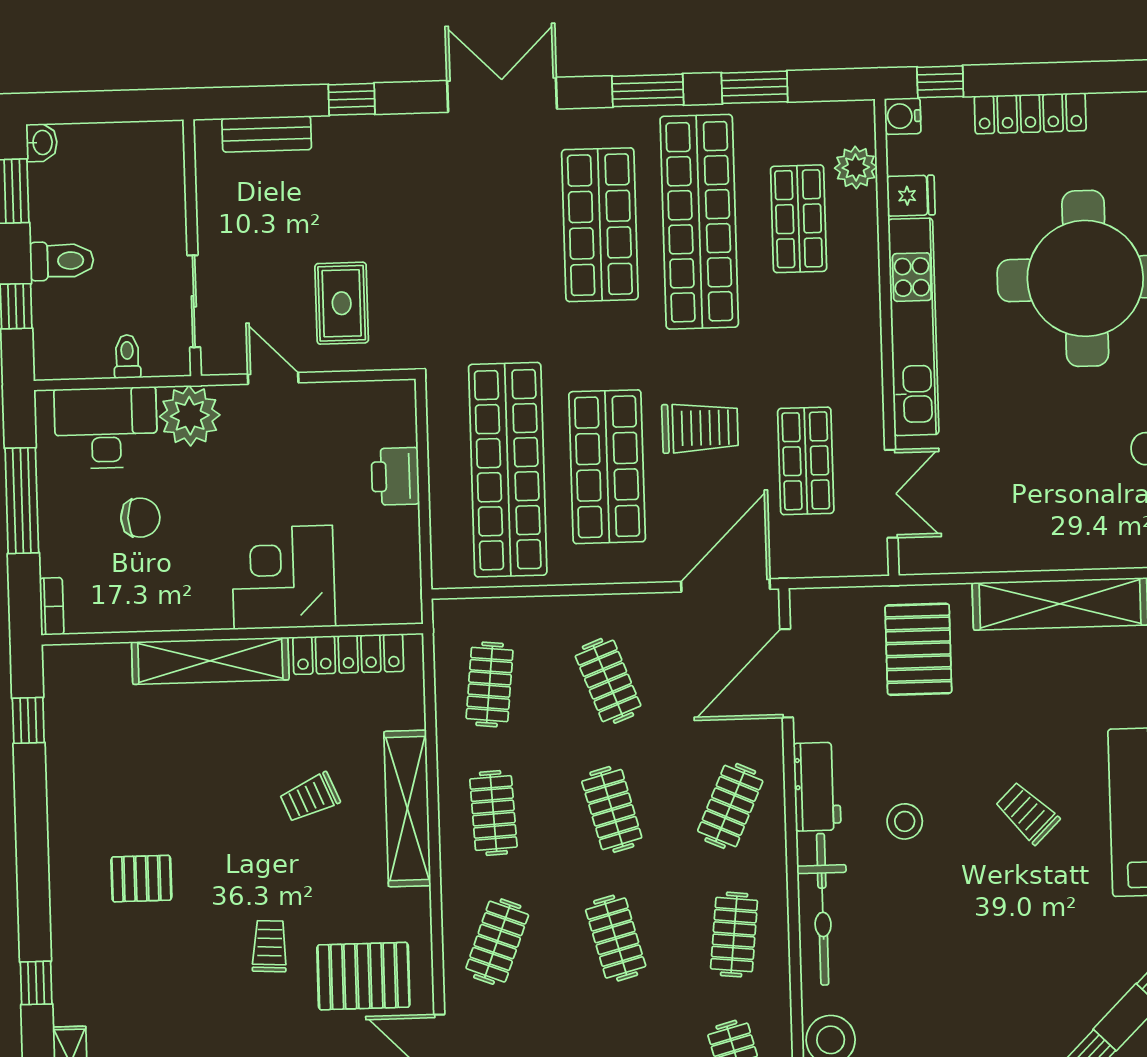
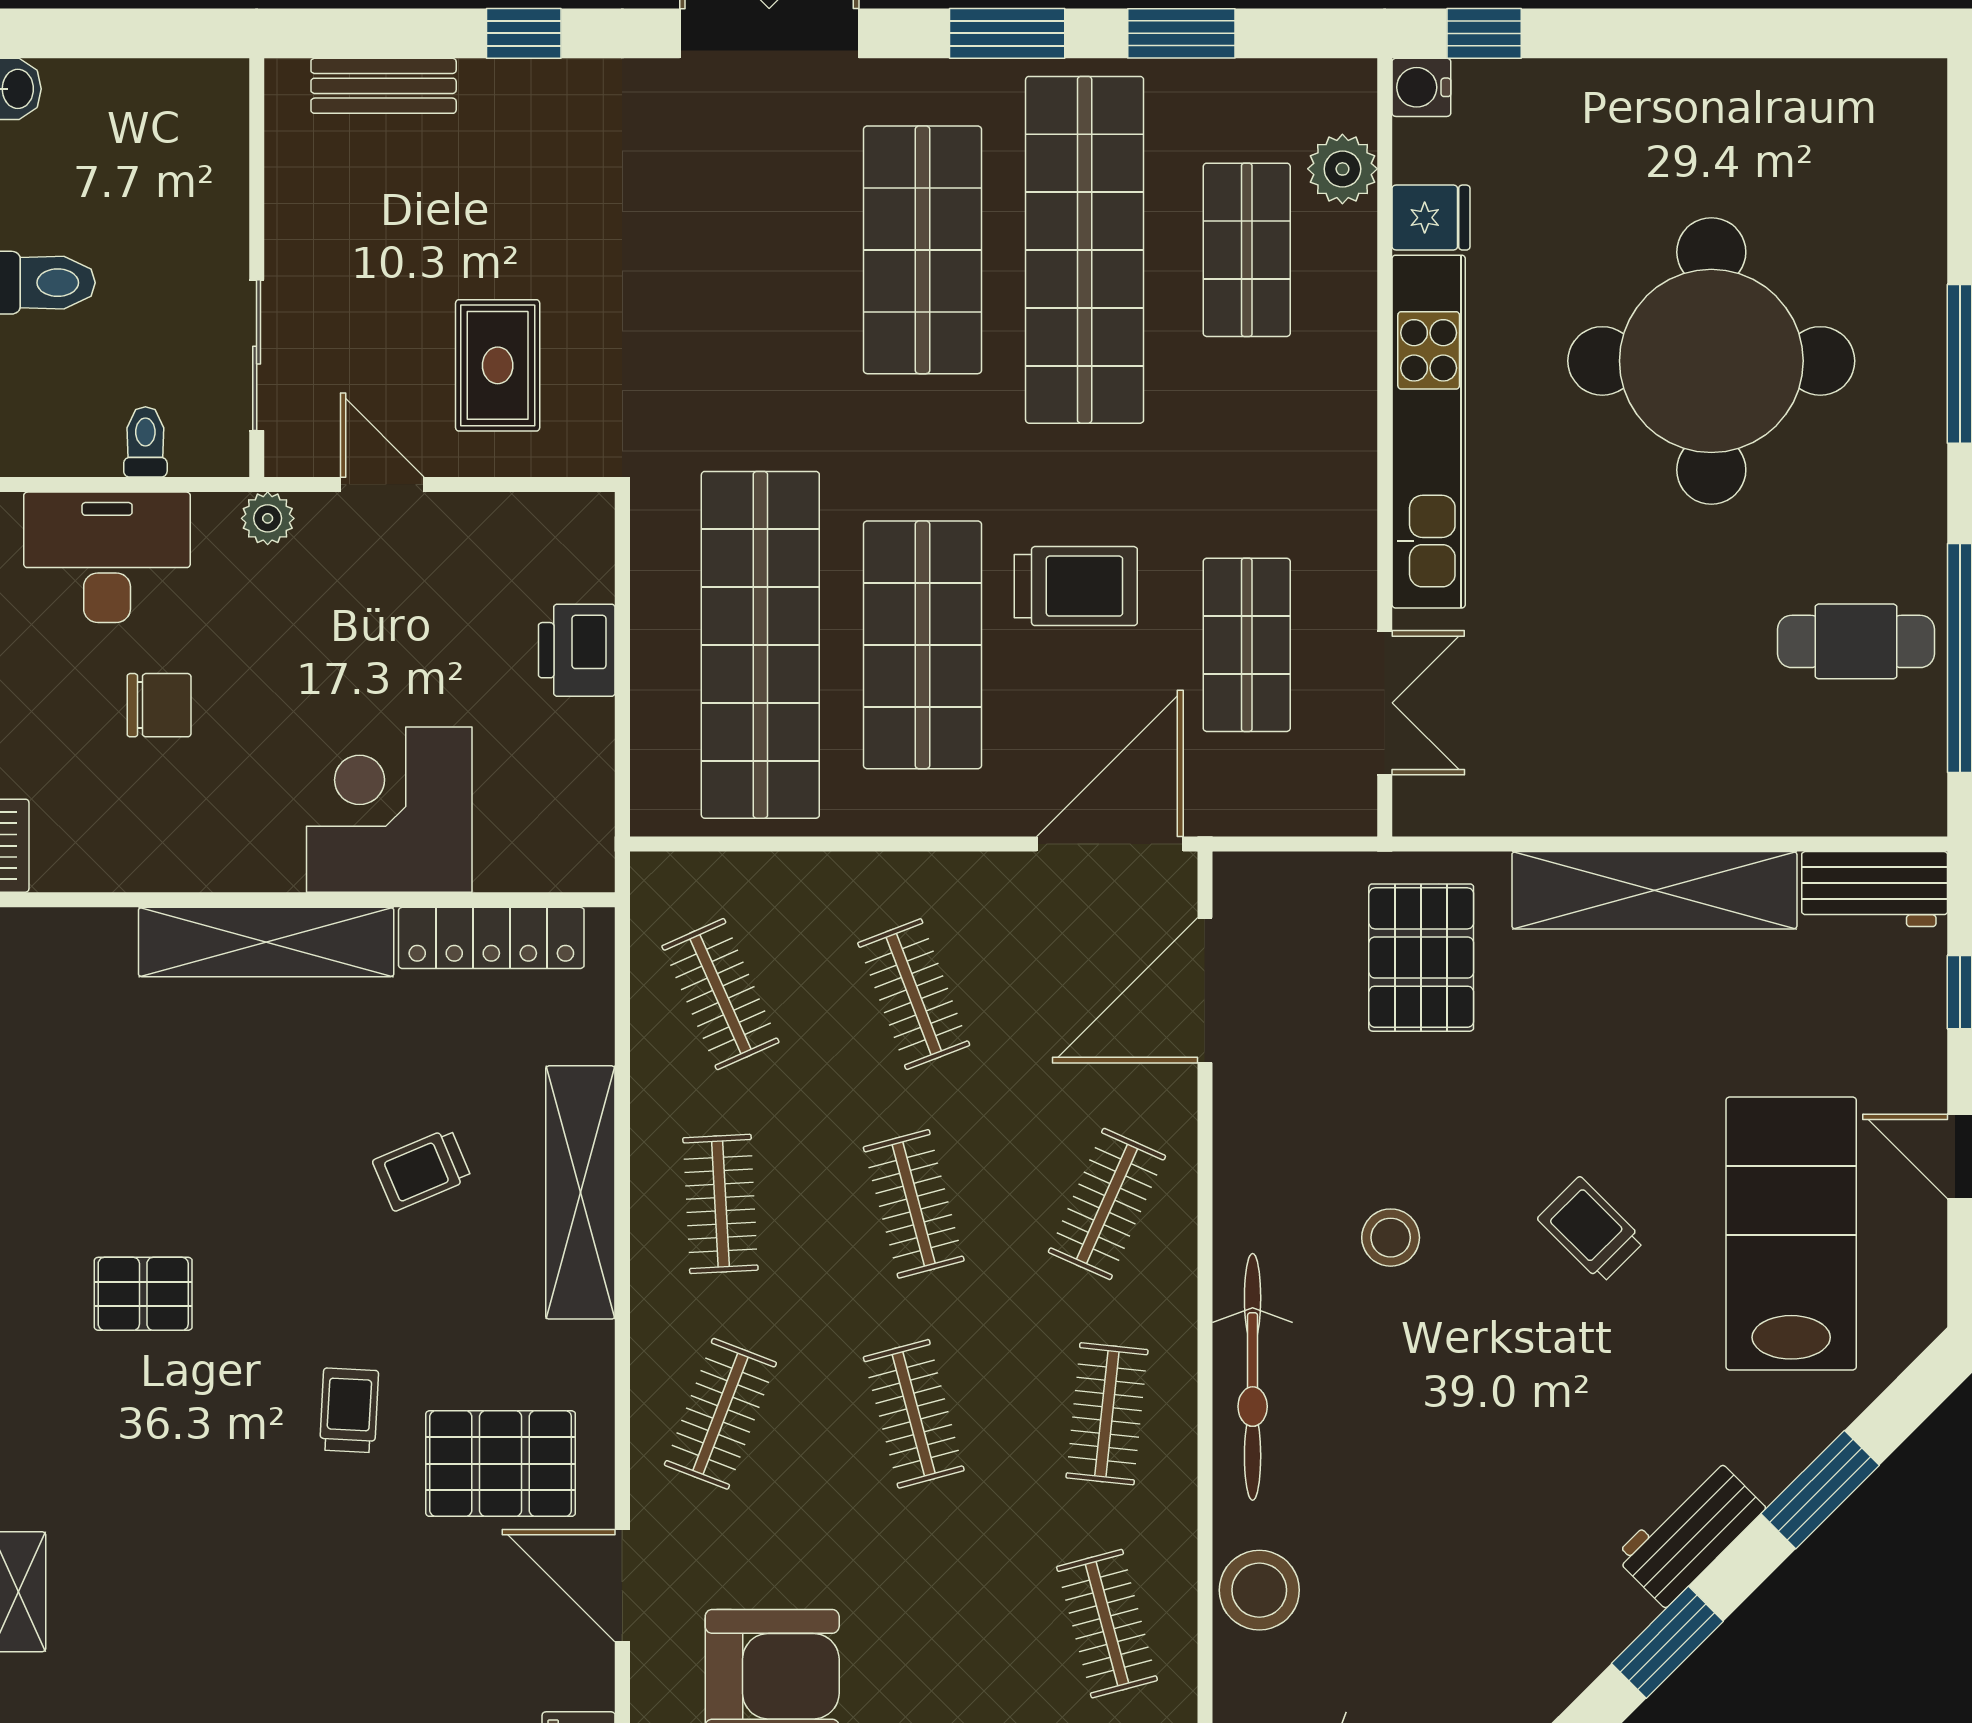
locker: (1030, 113) -> (1629, 89), removed
plant: (190, 416) -> (268, 518), width x0.53, depth x0.53
clothes rail: (490, 684) -> (720, 994), turned -30
workbench: (817, 787) -> (1690, 1532), moved, turned -135

